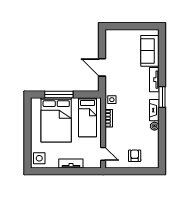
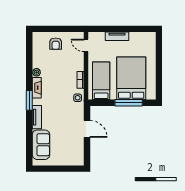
side table: (39, 158) -> (148, 41), removed

